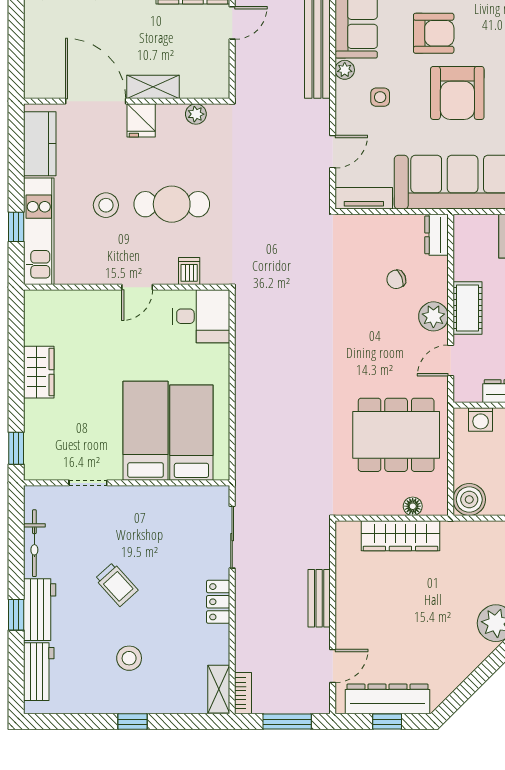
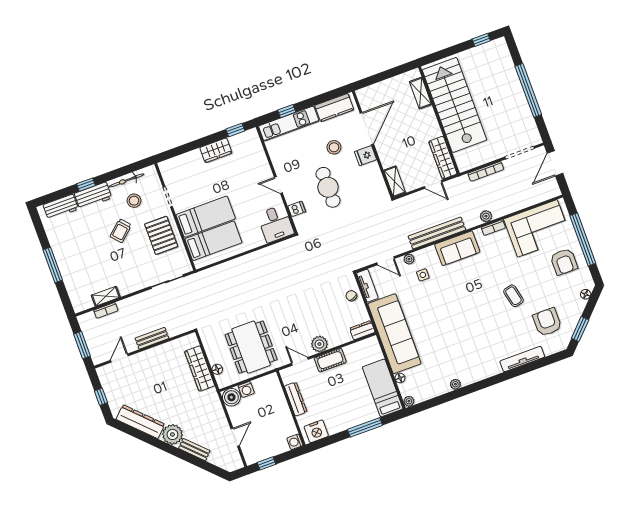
armchair: (434, 33) -> (466, 290), removed
plant: (345, 70) -> (409, 259), moved
shelving: (153, 87) -> (395, 182), moved
armchair: (457, 93) -> (440, 314), removed
plant: (196, 114) -> (379, 183), removed
stool: (106, 205) -> (334, 147), moved
chair: (396, 279) -> (351, 296), moved
washing machine: (481, 420) -> (246, 389), moved, turned -90
window: (16, 448) -> (235, 130), moved
pallet: (150, 518) -> (161, 235), added
locker: (218, 602) -> (131, 287), removed
stool: (129, 658) -> (134, 201), moved
door: (333, 666) -> (119, 358), swing flipped
shelving: (219, 689) -> (106, 296), moved
bookcase: (243, 693) -> (106, 310), moved
dresser: (388, 699) -> (140, 422), moved, turned -45
window: (133, 722) -> (53, 265), width x2.17

